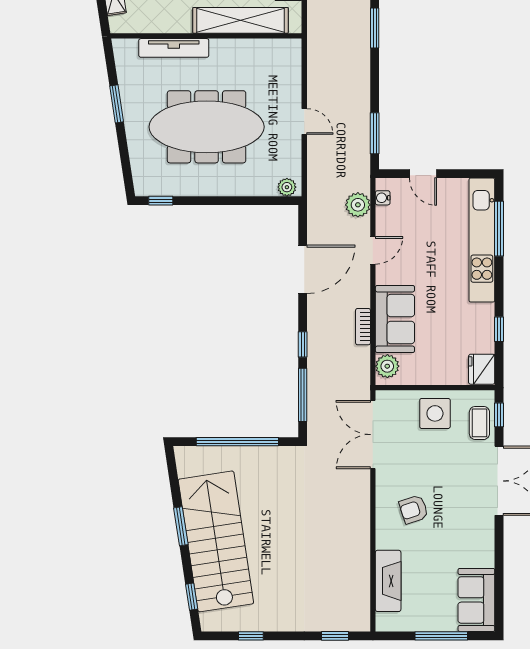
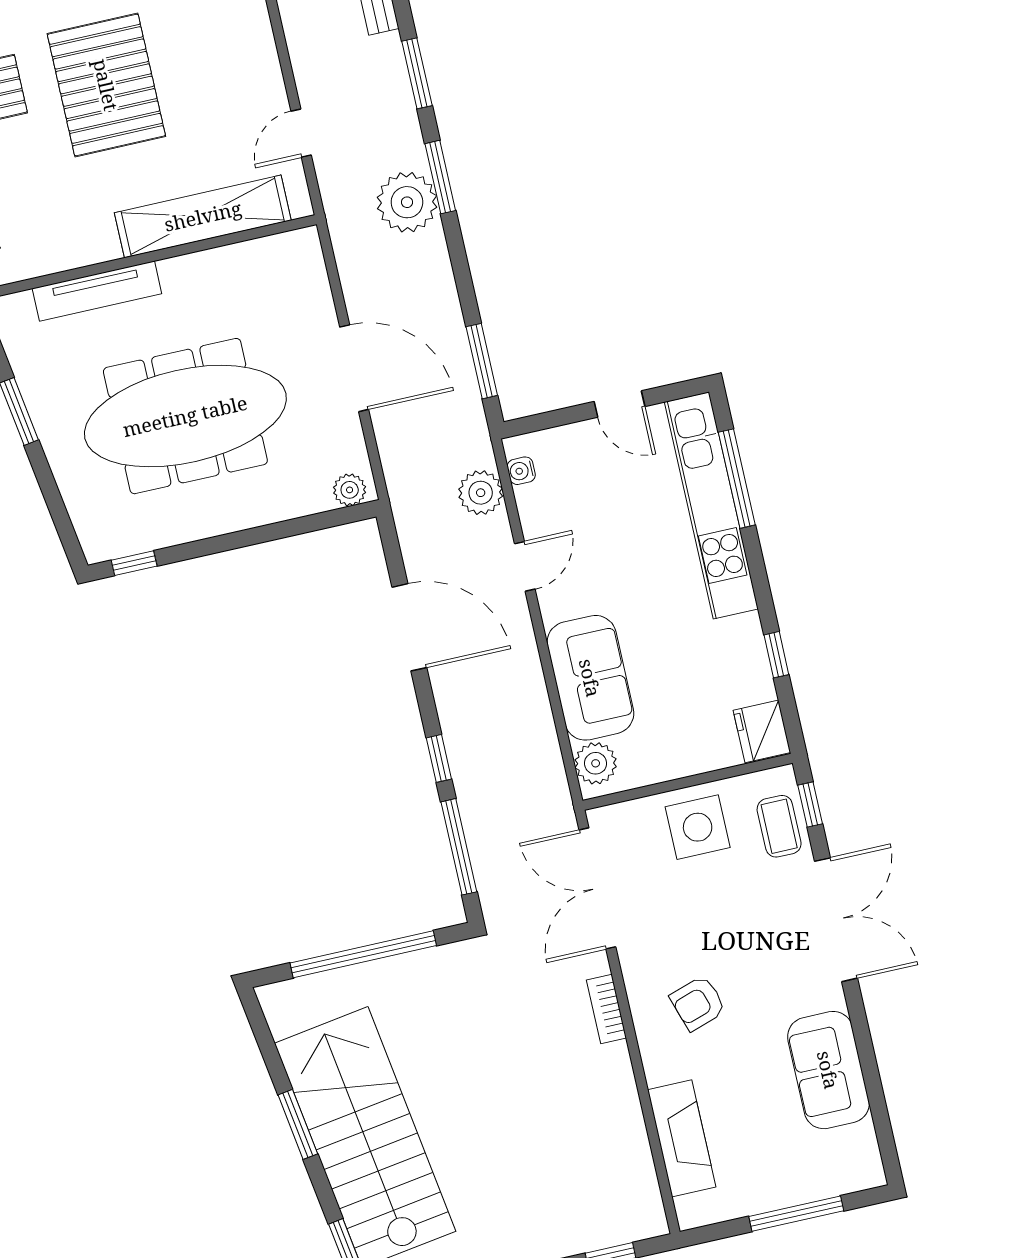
plant: (353, 38) -> (407, 202), added
door: (304, 121) -> (354, 368), width x1.88
door: (423, 174) -> (620, 404), moved
door: (303, 269) -> (409, 627), hinge flipped
bookcase: (363, 327) -> (606, 1009), moved
sofa: (476, 600) -> (828, 1070), moved

